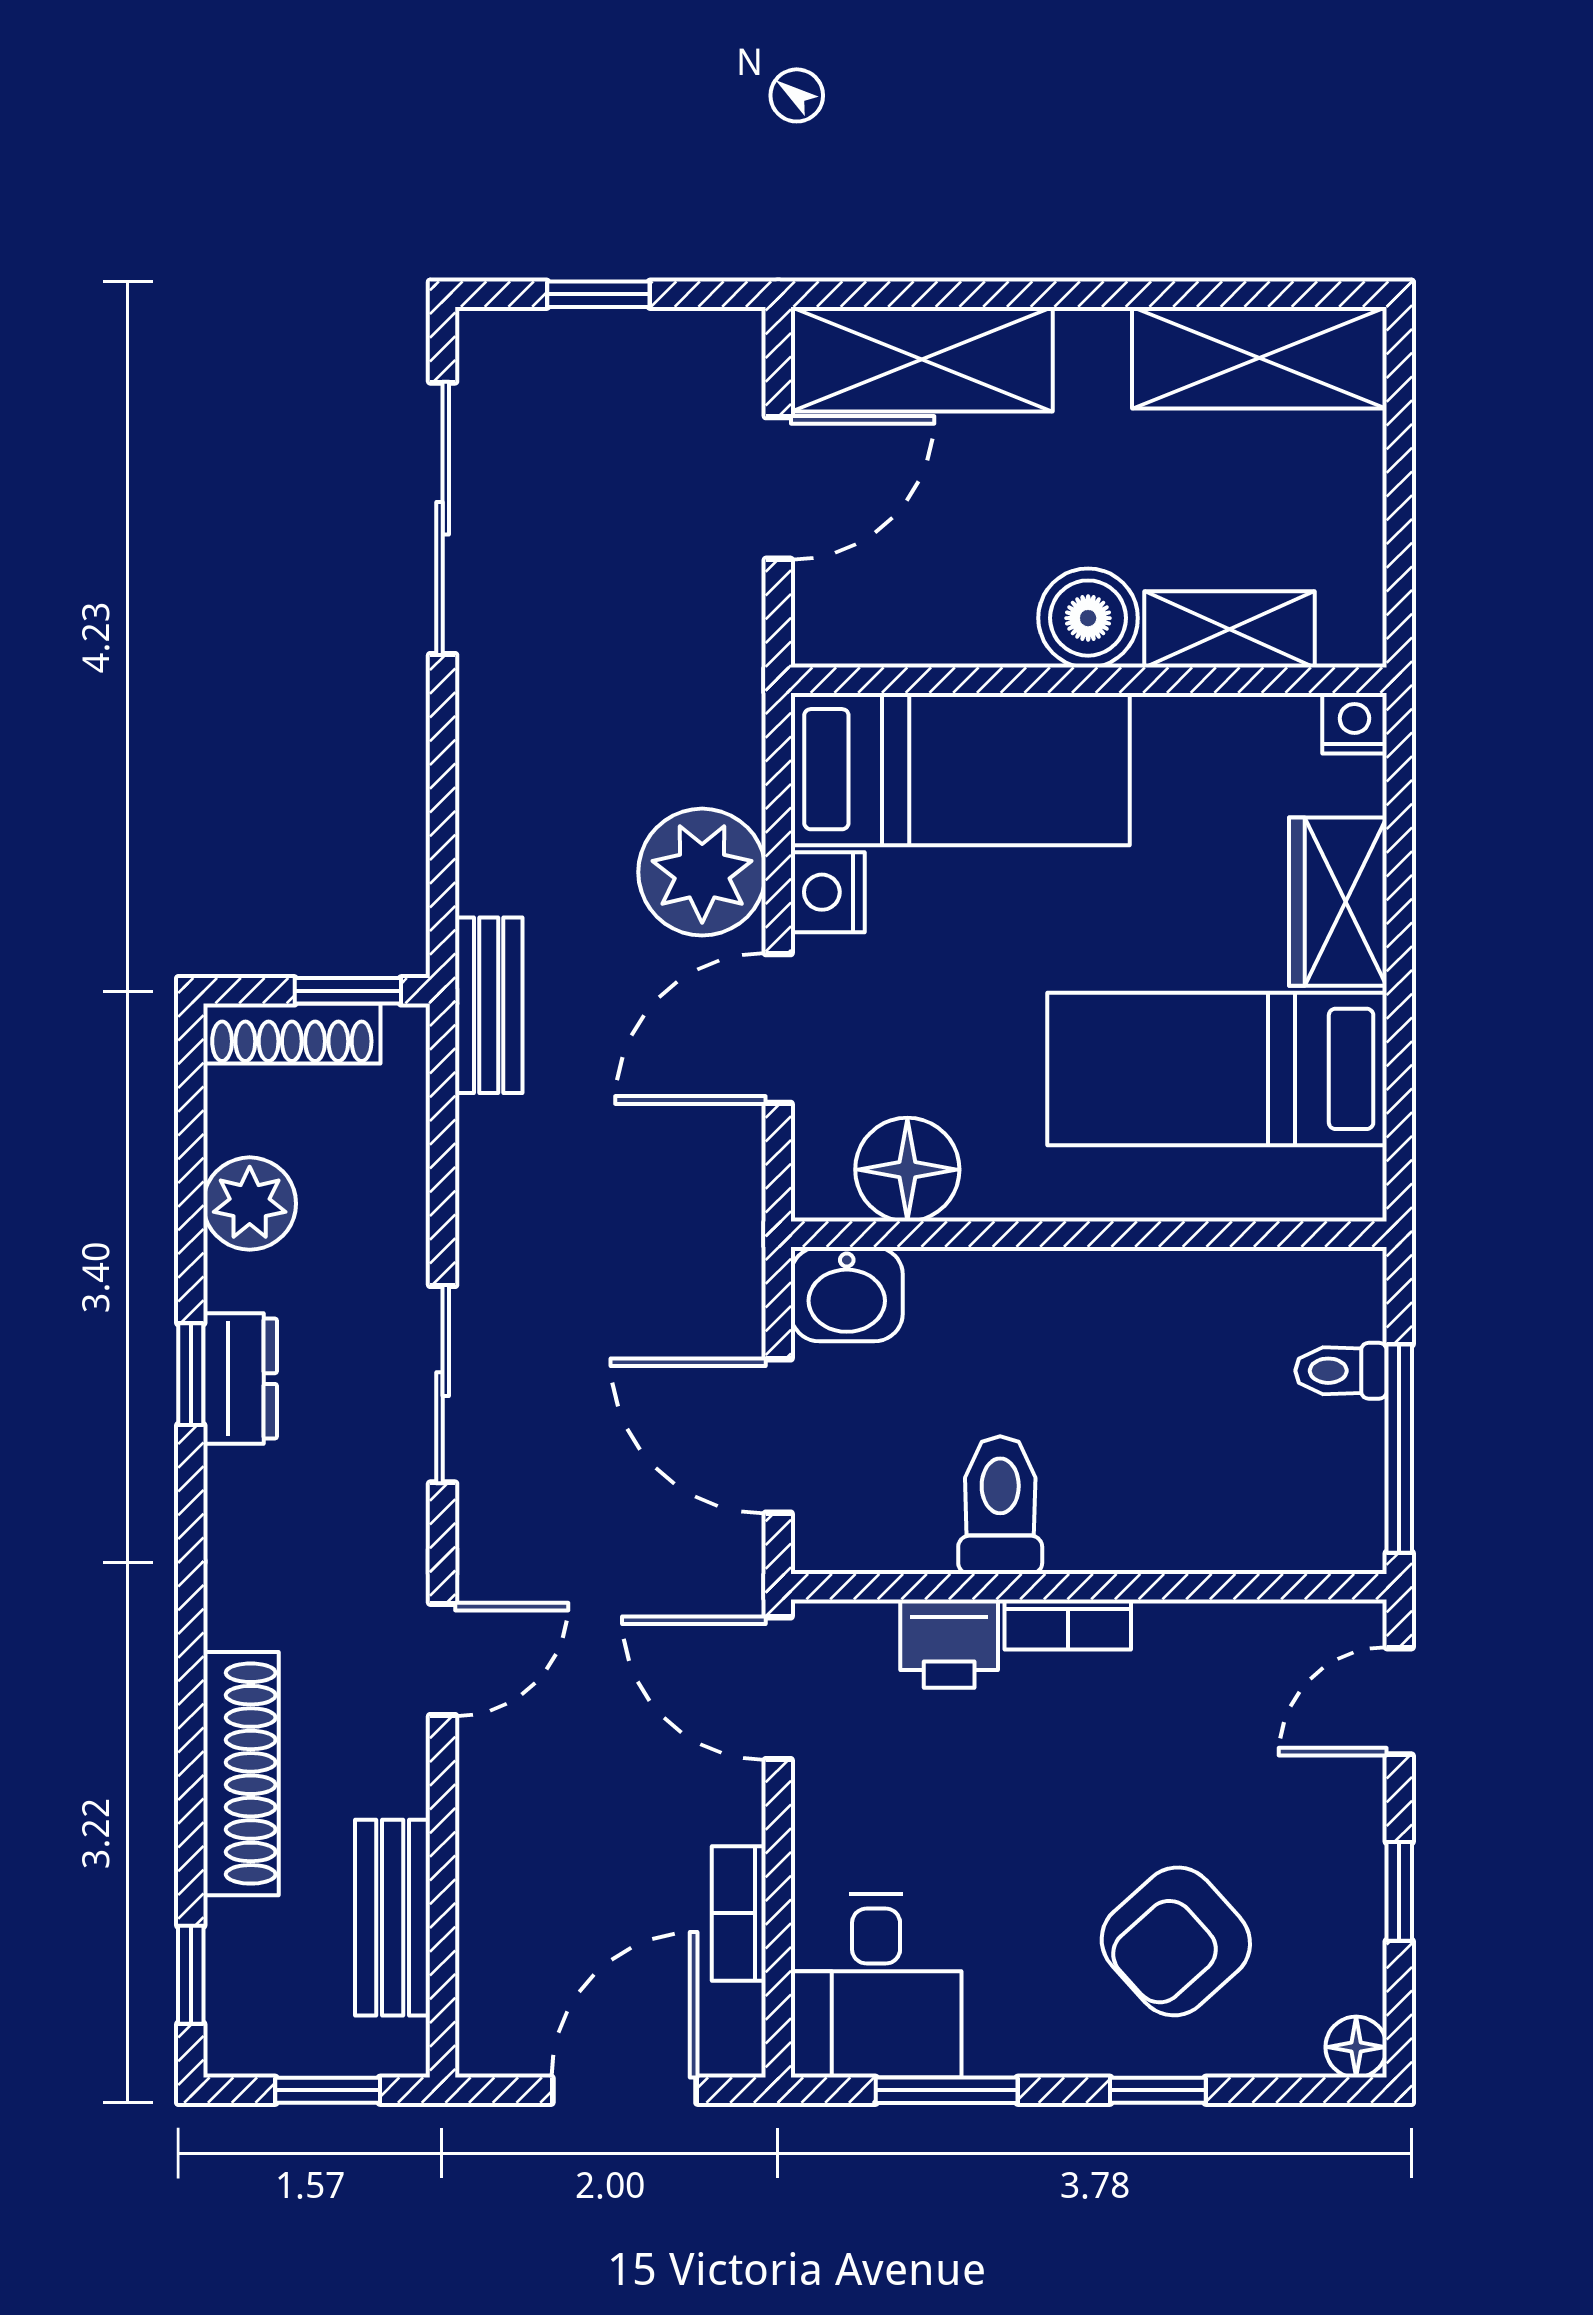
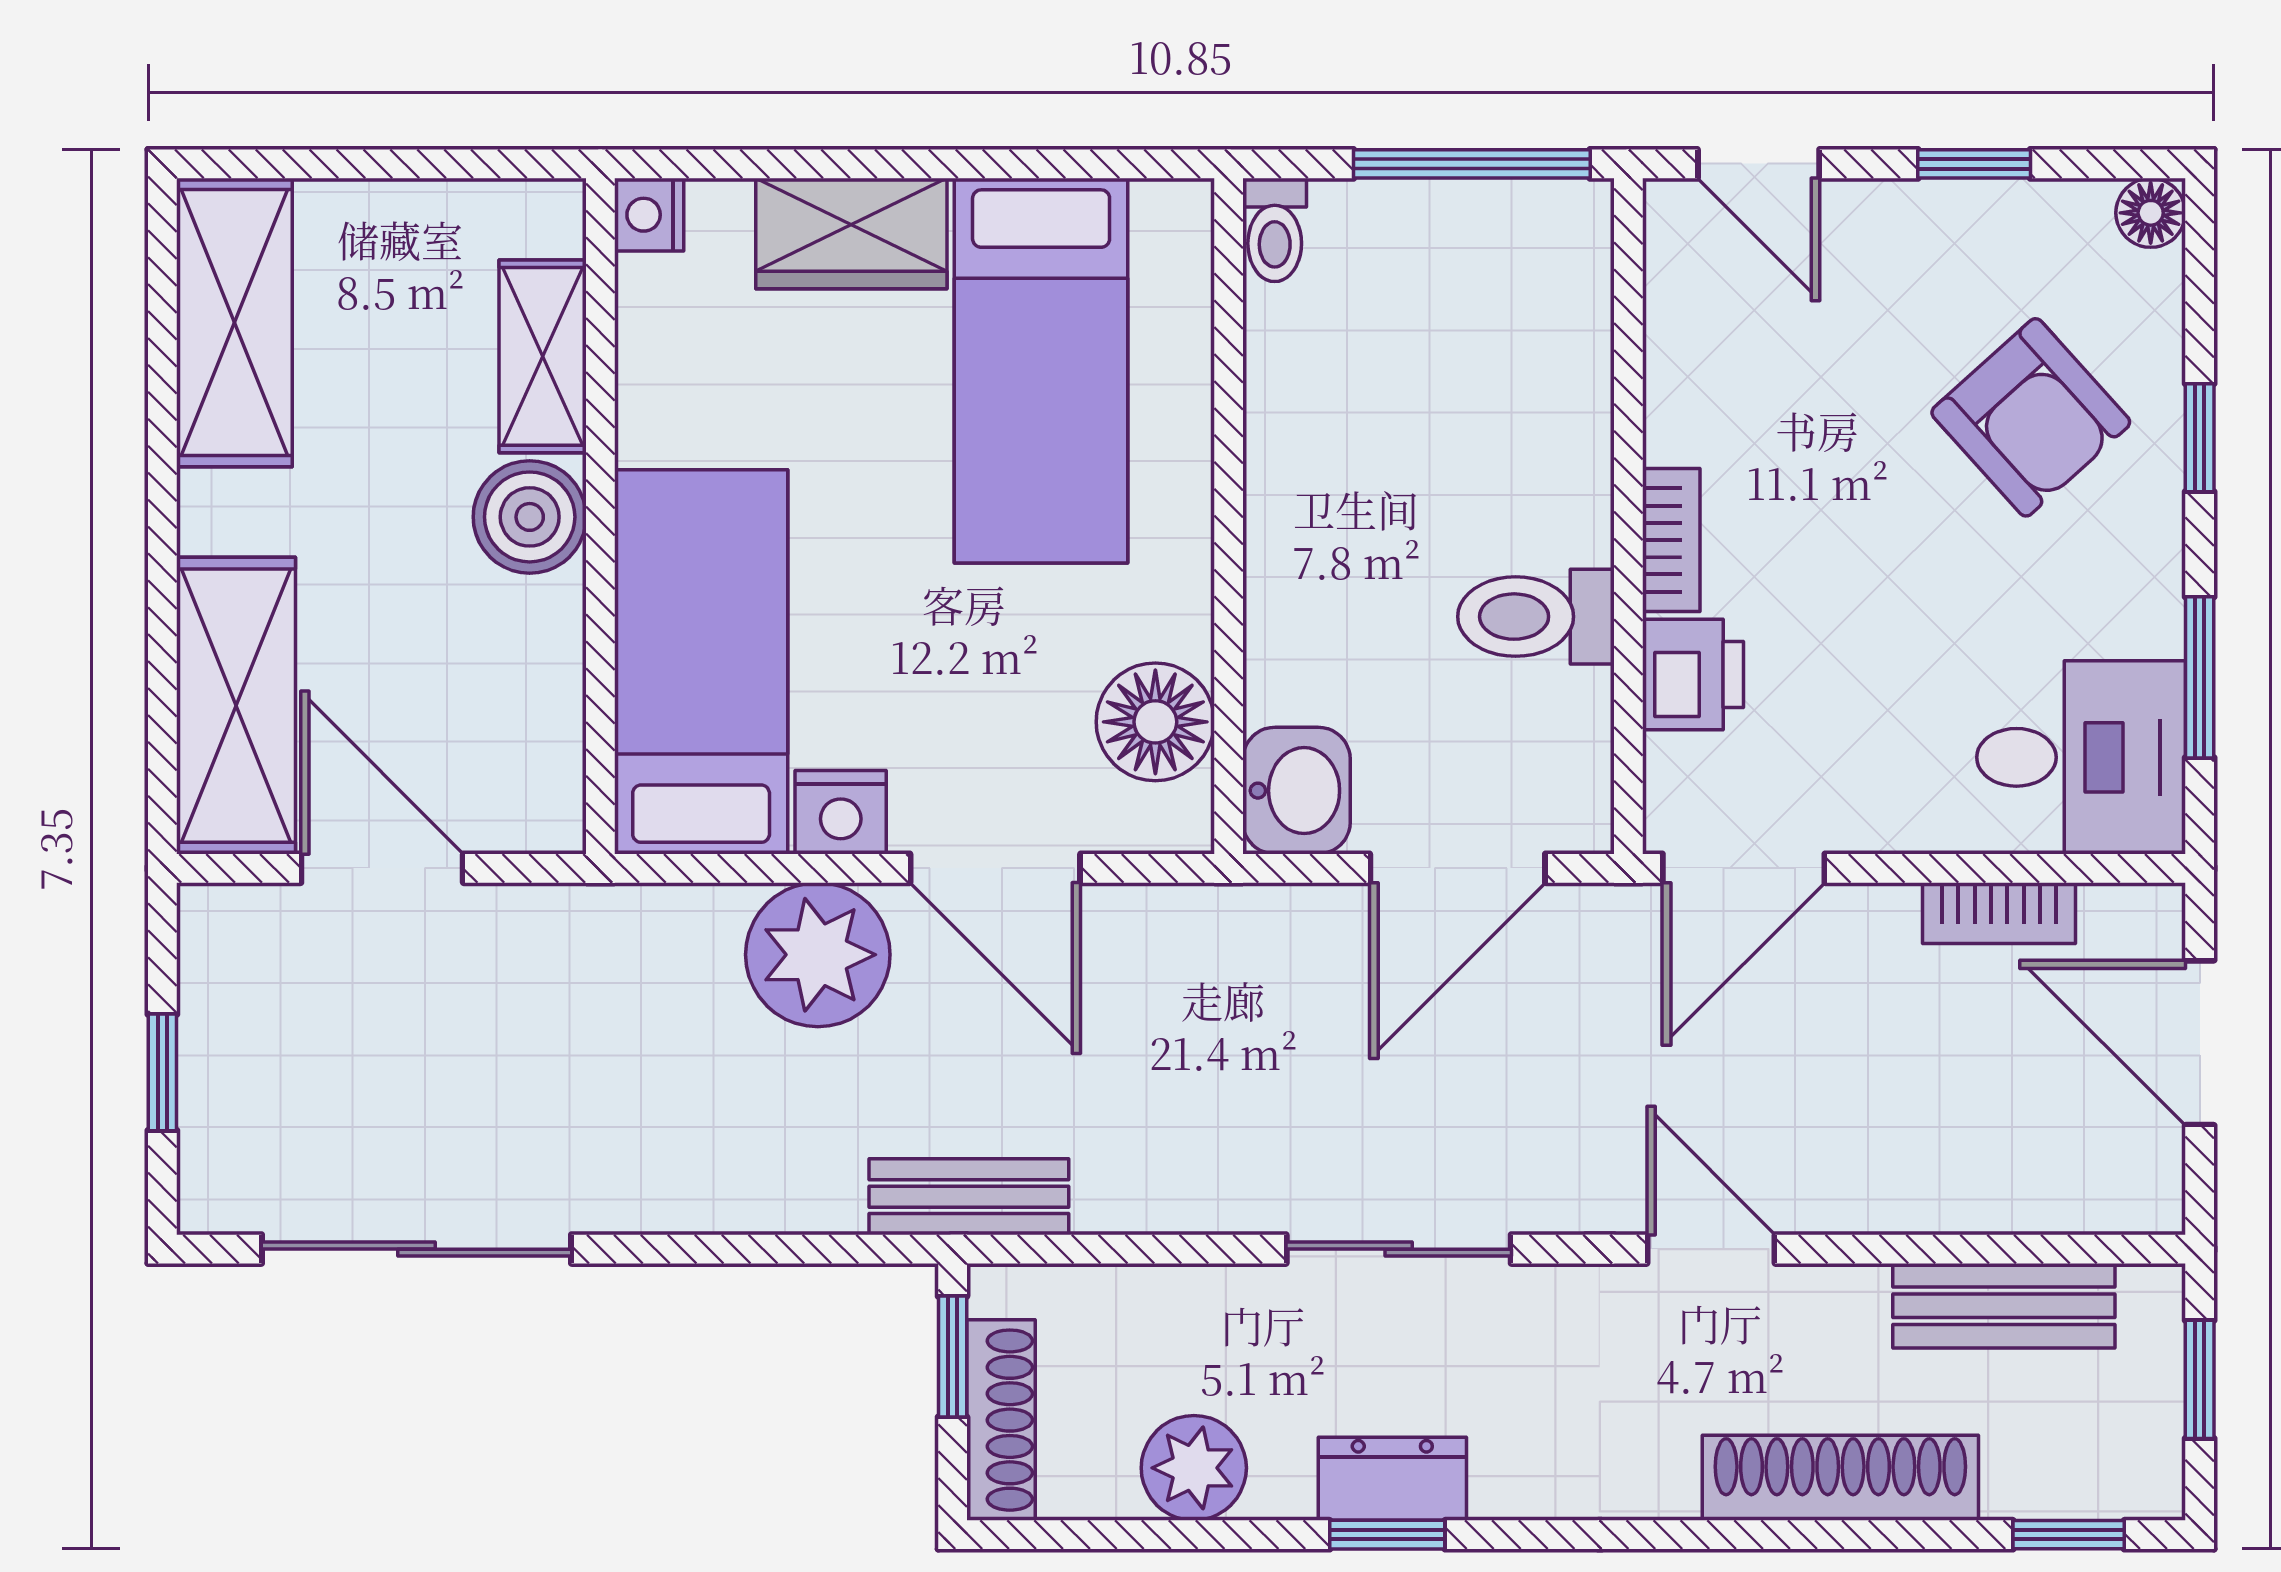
toilet: (1341, 1371) -> (1275, 230), moved

